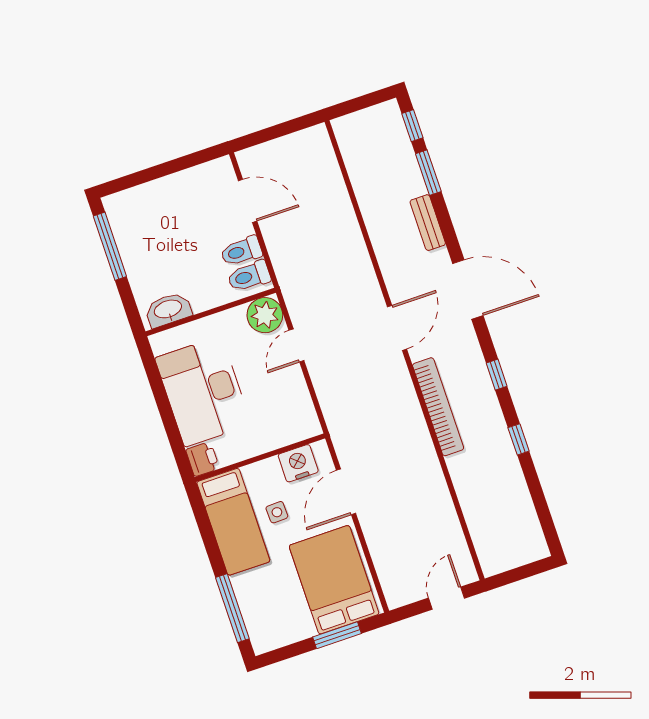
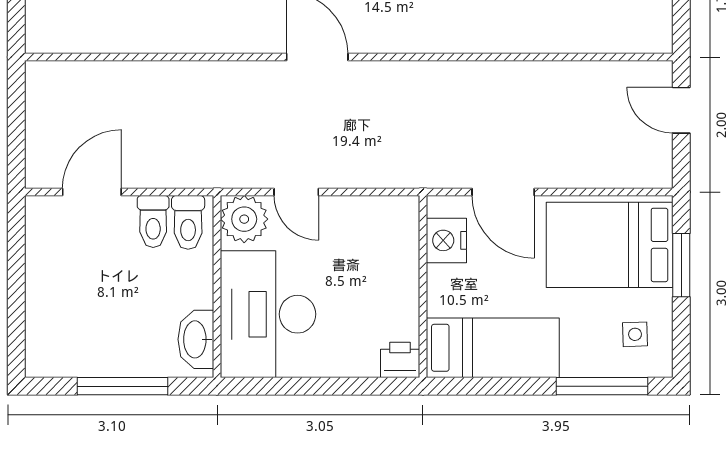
window: (110, 246) -> (123, 386), moved
desk: (203, 391) -> (268, 314), moved, turned 90
bookcase: (438, 407) -> (435, 39), removed
side table: (277, 512) -> (635, 334), moved

